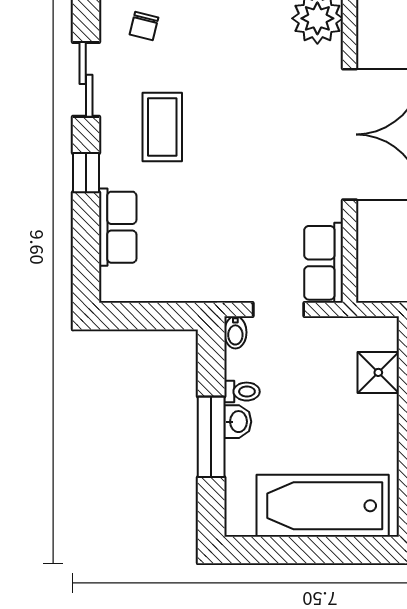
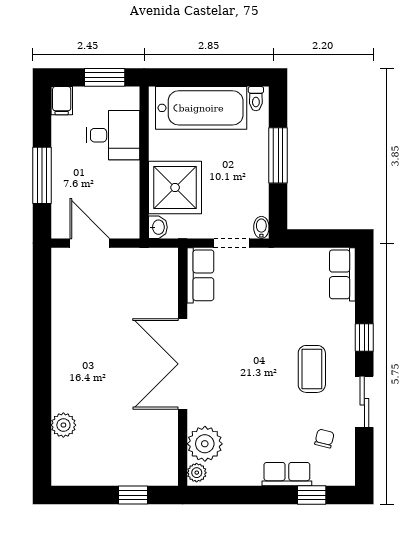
row of seats: (118, 227) -> (342, 274), moved
shower: (378, 372) -> (175, 188), width x1.86, depth x1.86
toilet: (242, 392) -> (256, 99), moved, turned -90
washbasin: (238, 422) -> (158, 227), moved, turned 180

